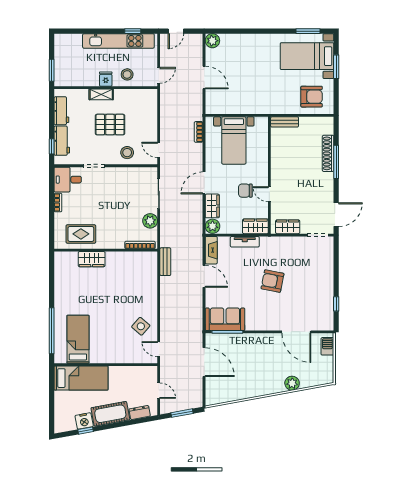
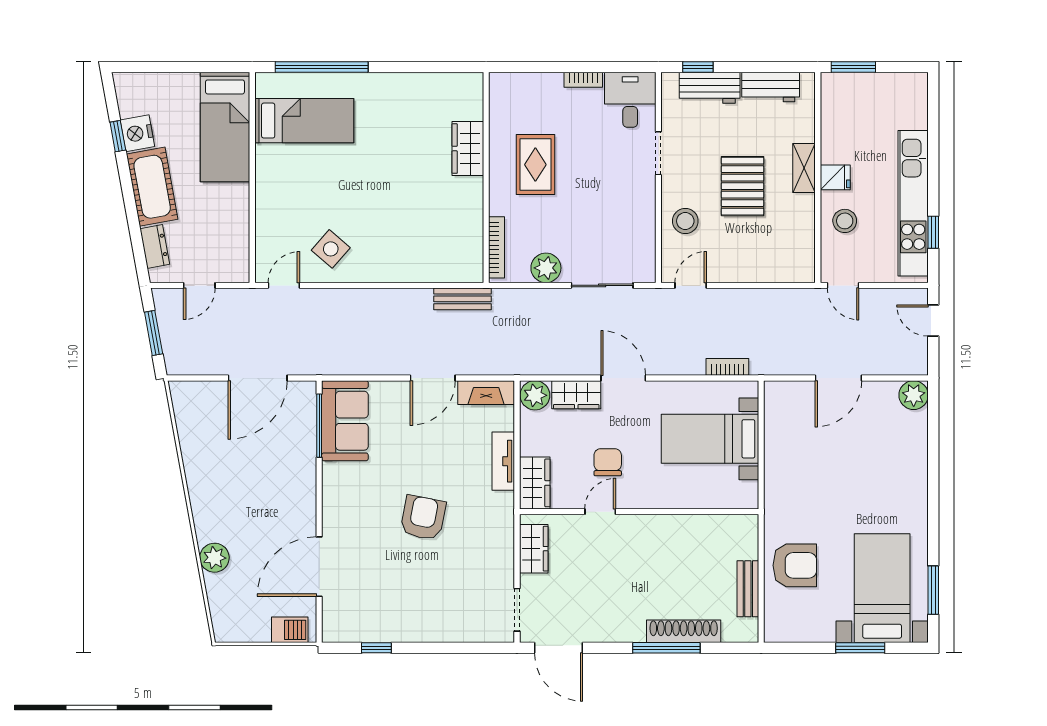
armchair: (312, 97) -> (795, 565), moved, turned -90
bench: (285, 122) -> (748, 589), moved
rug: (81, 234) -> (535, 165), moved

